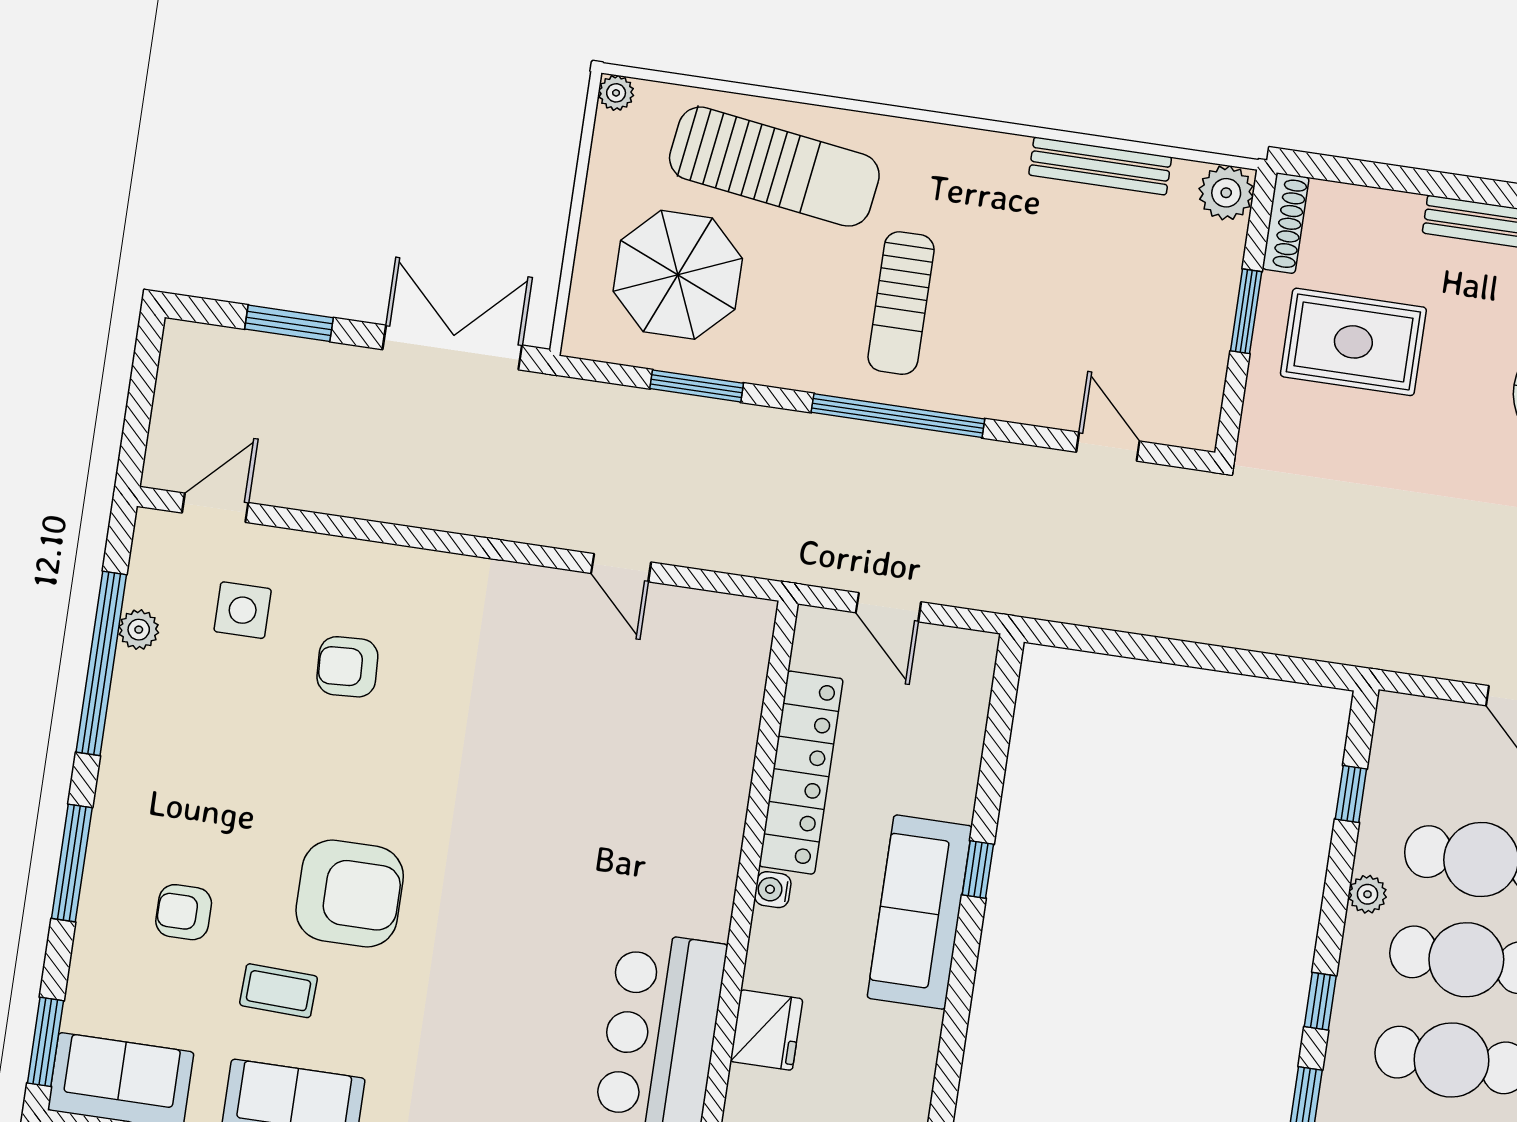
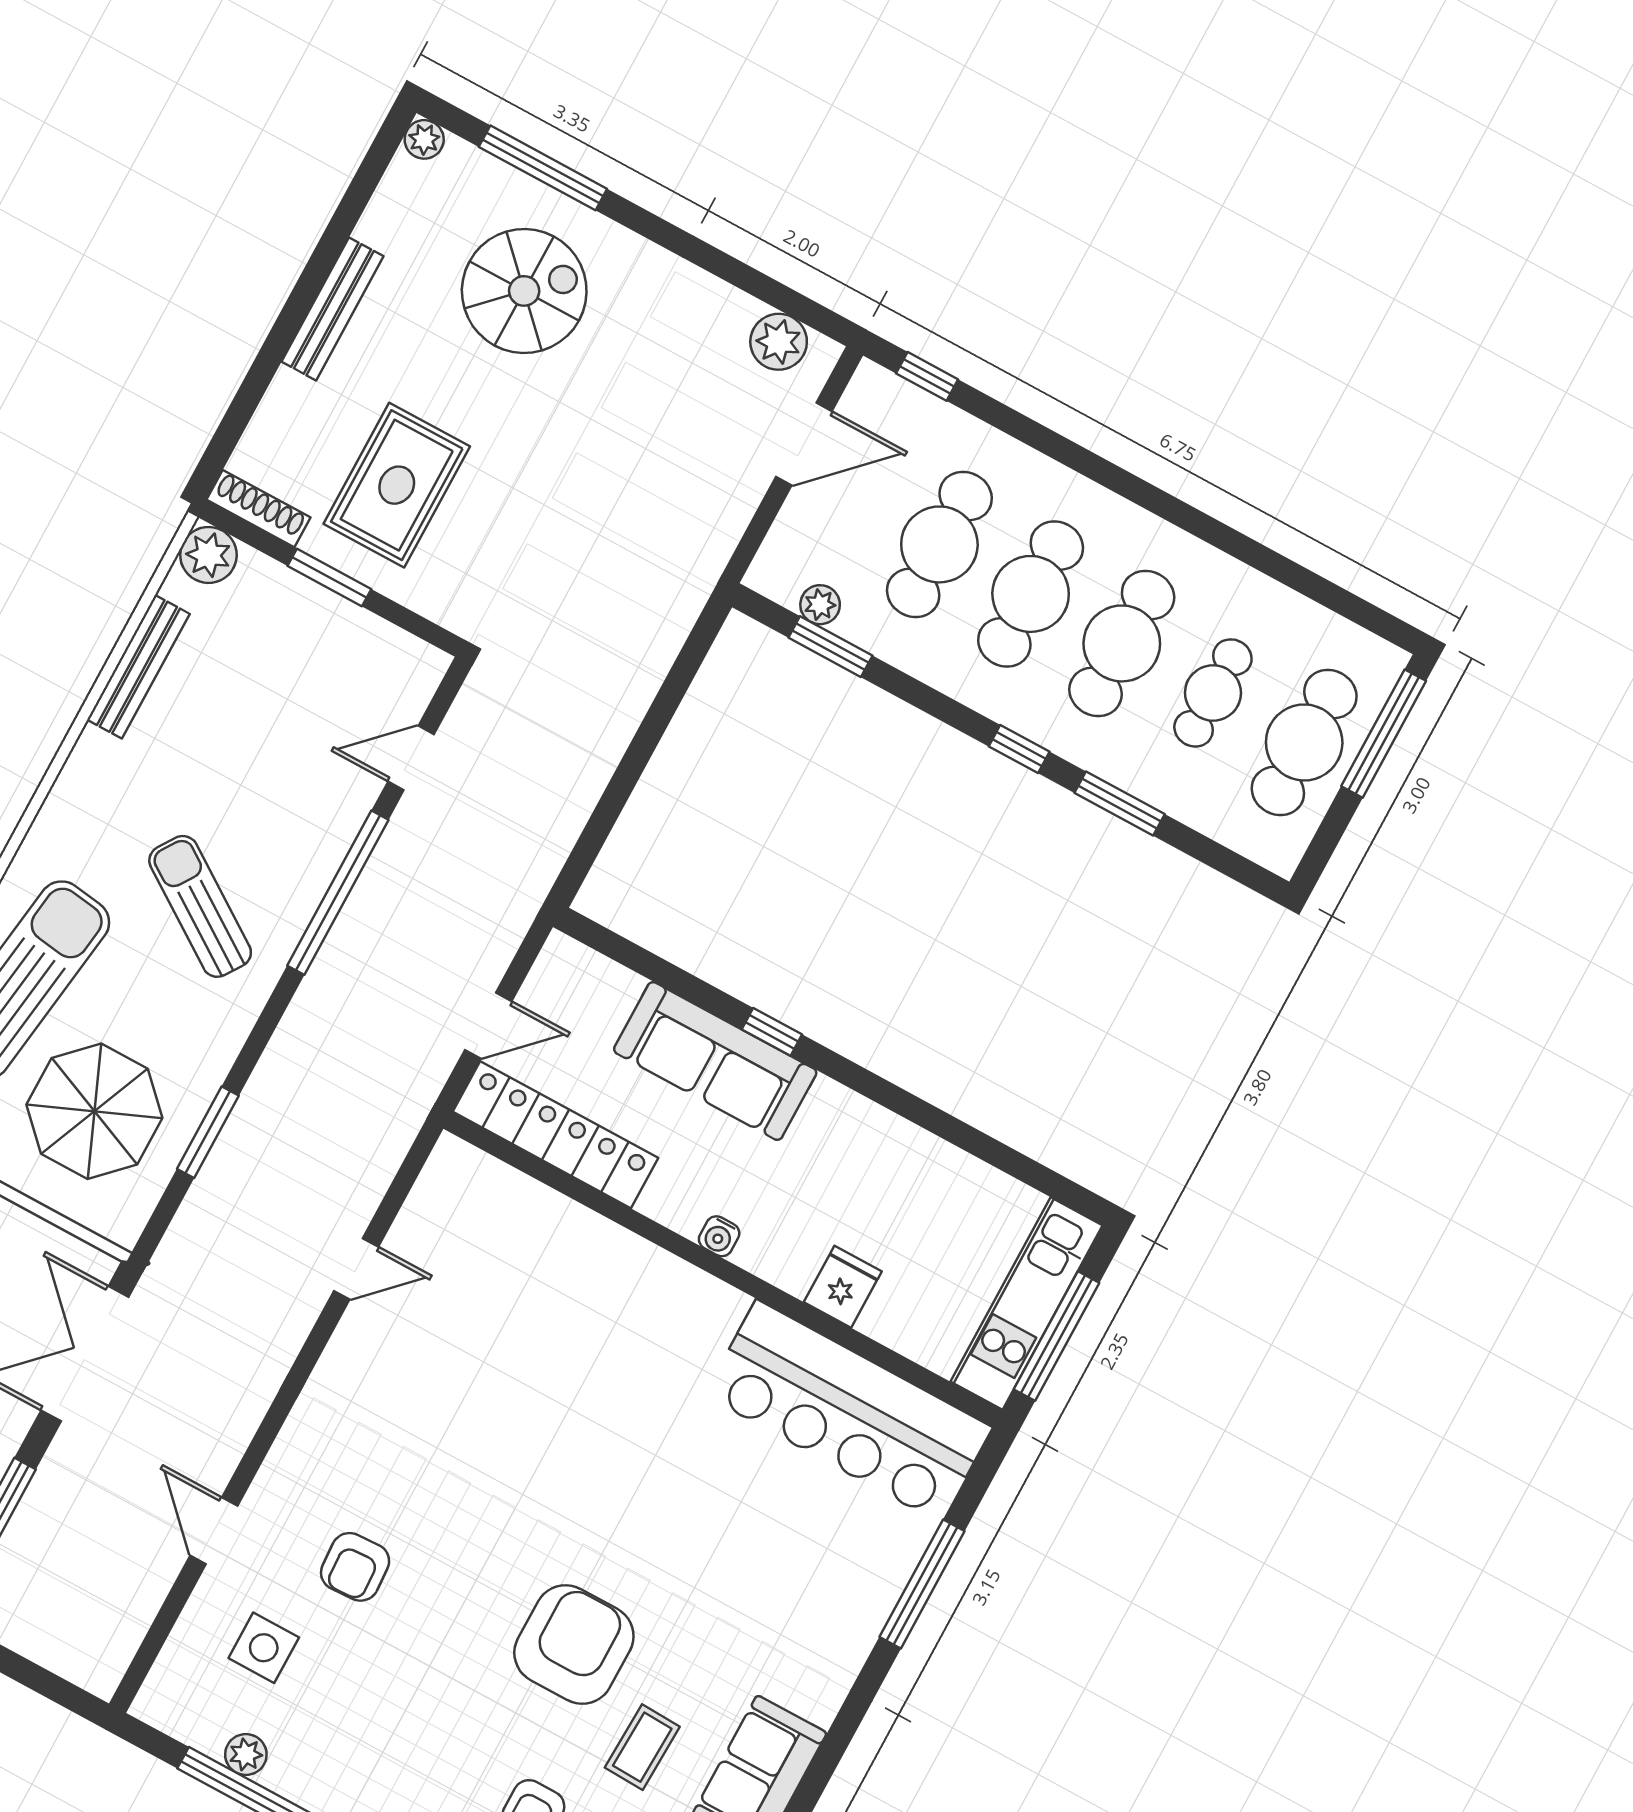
sun lounger: (901, 303) -> (200, 906), turned -146
window: (898, 416) -> (338, 893), moved
door: (215, 508) -> (214, 1531), moved
locker: (801, 773) -> (555, 1135), moved
window: (1351, 794) -> (830, 647), width x1.50
plant: (1368, 894) -> (820, 605), moved
sofa: (920, 912) -> (715, 1061), moved
fridge: (766, 1030) -> (843, 1287), width x0.72

